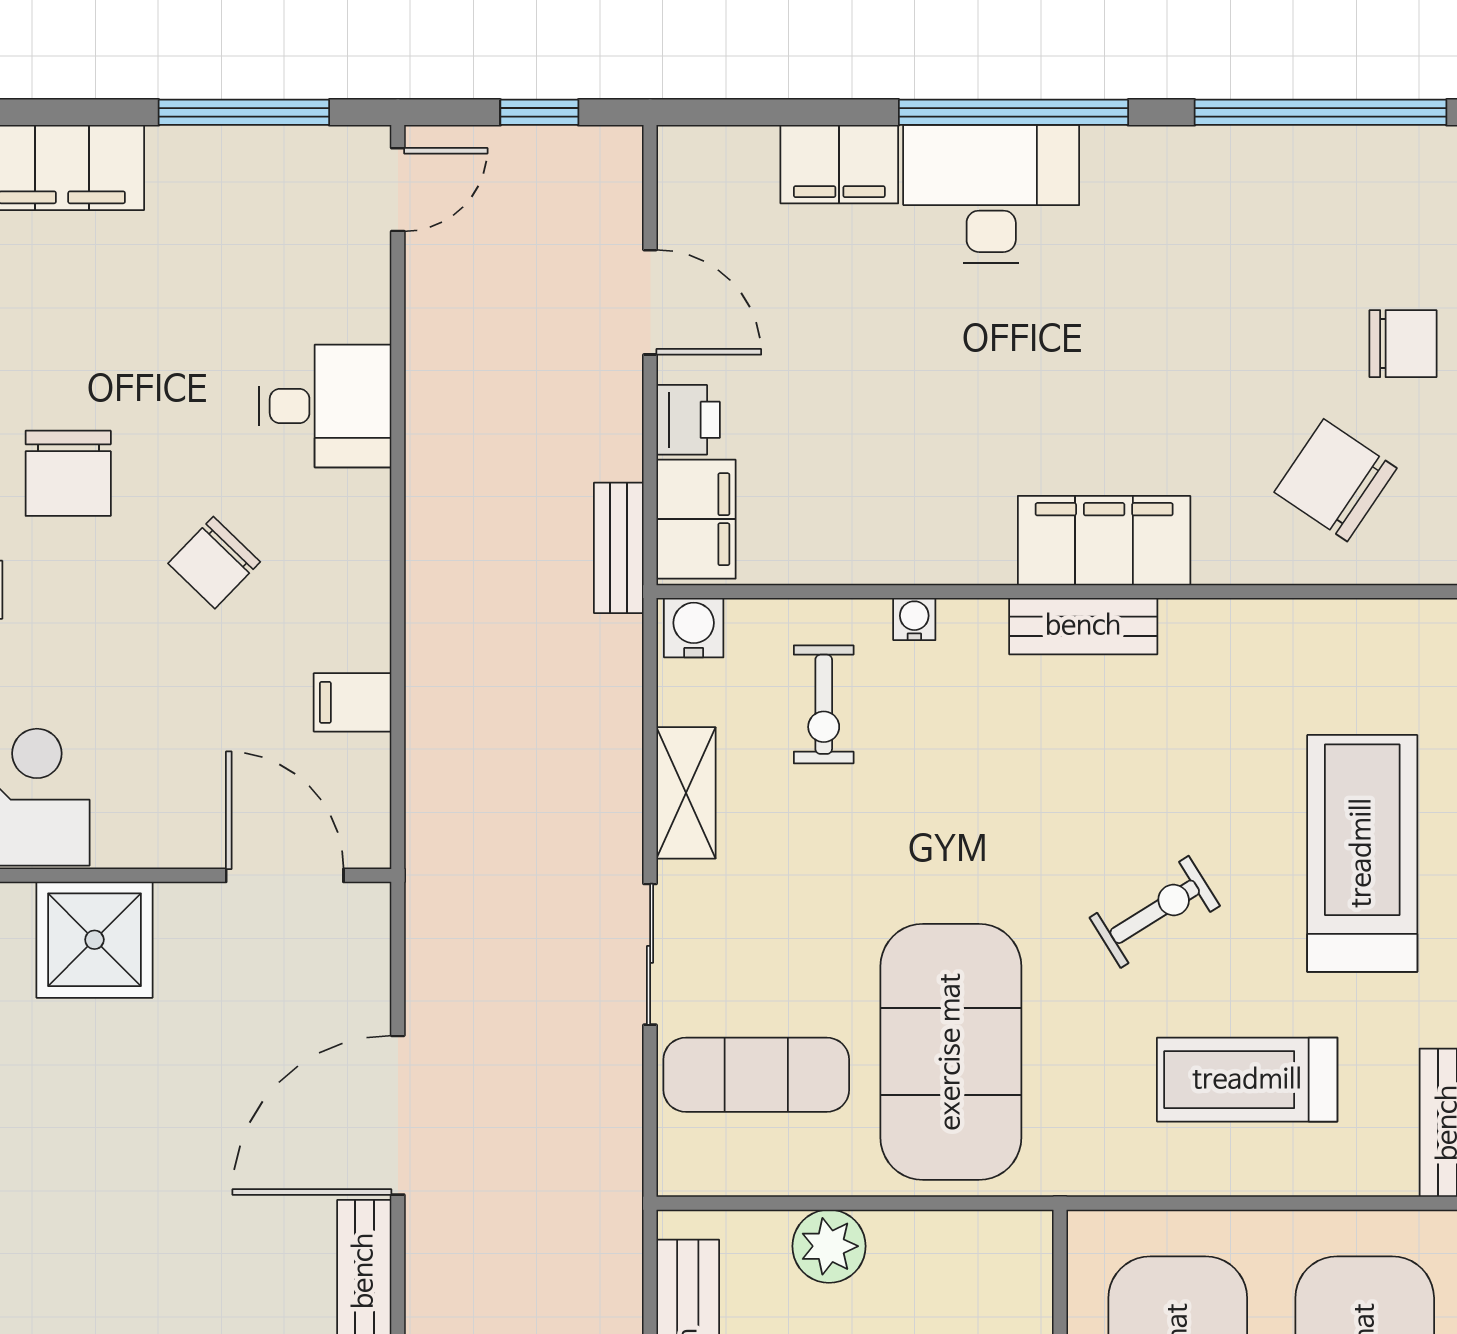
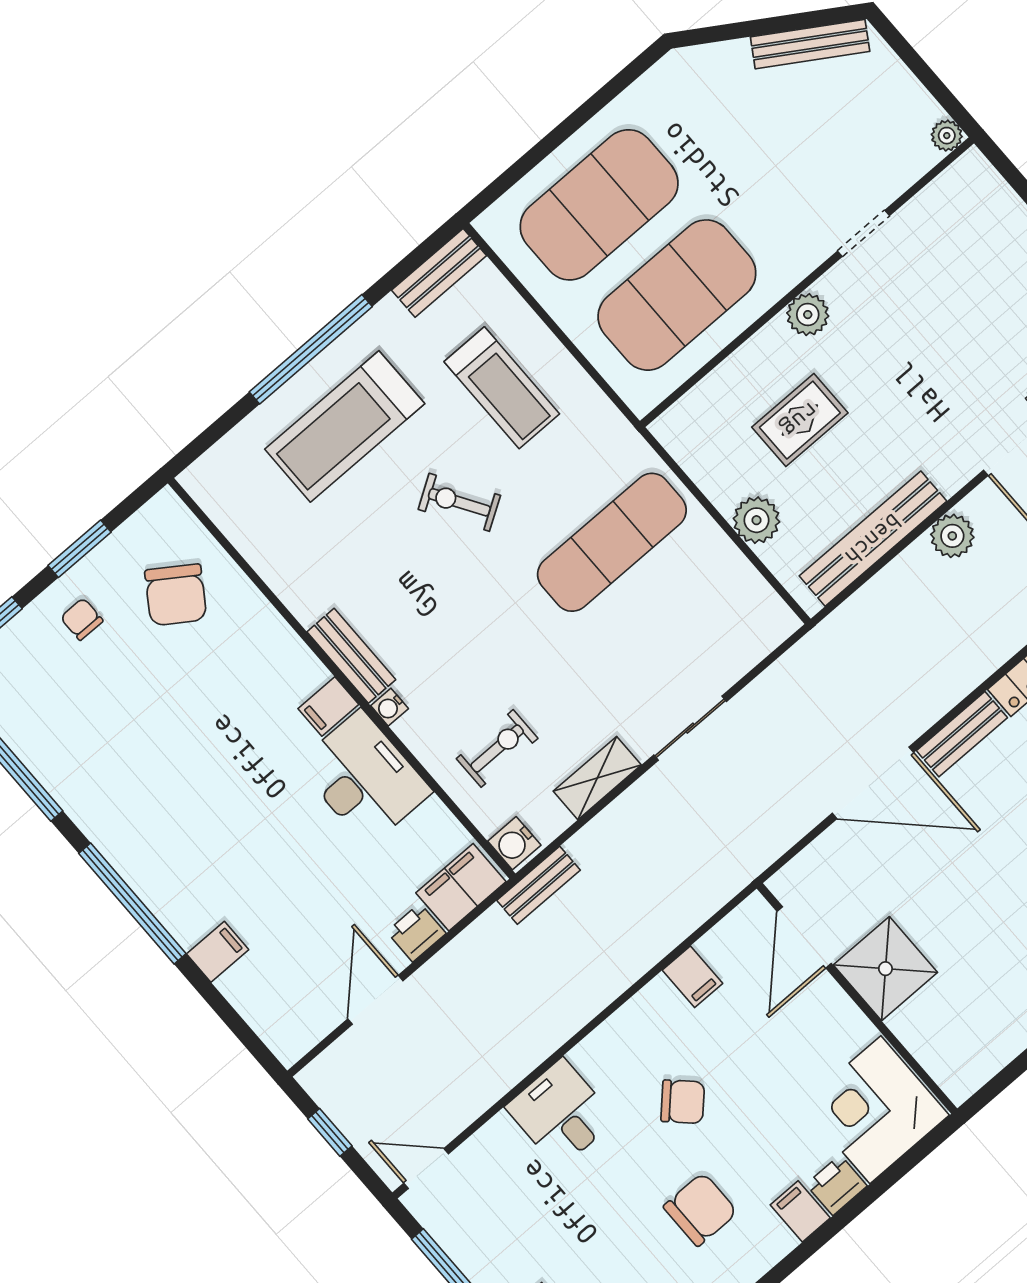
filing cabinet: (839, 164) -> (218, 952), width x0.50
desk: (991, 194) -> (364, 778), moved, turned 180
chair: (1403, 344) -> (82, 619), width x0.73, depth x0.73
filing cabinet: (1104, 541) -> (328, 706), width x0.33, depth x0.86
bench: (619, 548) -> (539, 885), moved
water cooler: (914, 619) -> (390, 707), moved
shower: (94, 940) -> (885, 969), moved
exercise mat: (951, 1052) -> (612, 542), width x0.68
exercise mat: (756, 1075) -> (704, 627), removed

